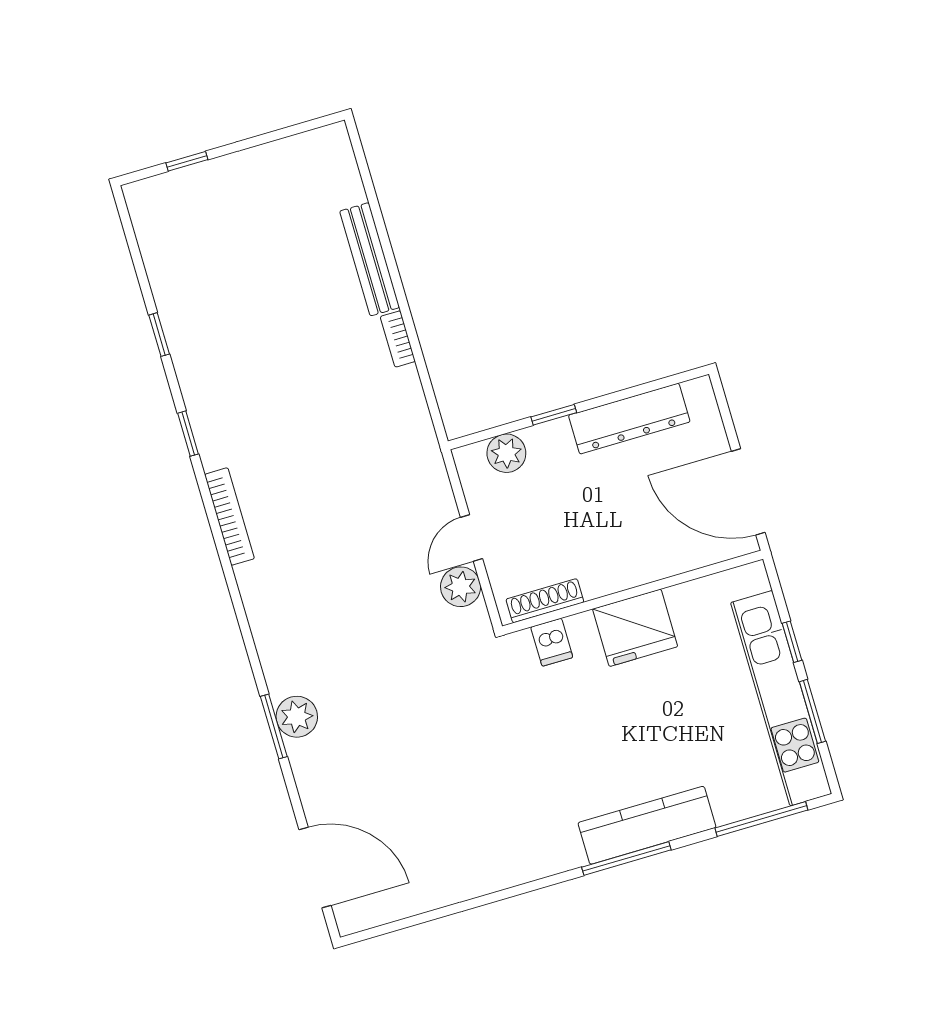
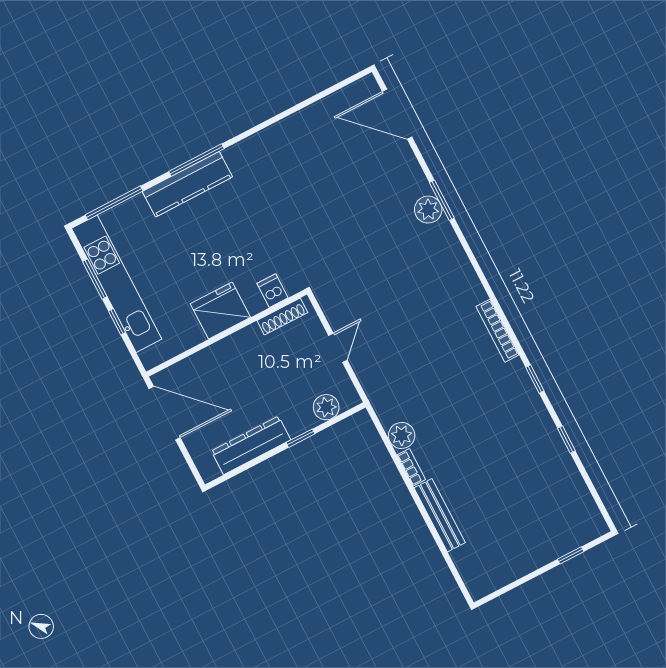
plant: (461, 587) -> (402, 435), moved

